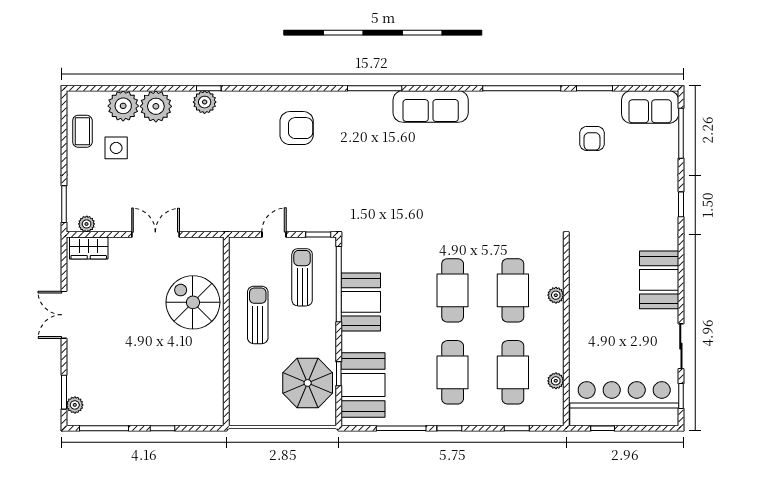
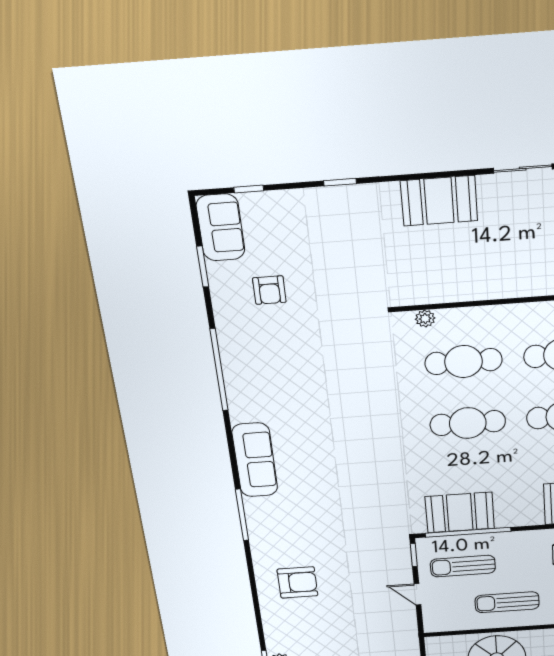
window: (595, 88) -> (203, 267), moved
armchair: (297, 128) -> (298, 582), turned 90
window: (681, 133) -> (249, 189), width x0.46
armchair: (592, 138) -> (269, 290), turned 90
plant: (556, 295) -> (425, 319), moved
booth: (361, 302) -> (460, 512), moved

